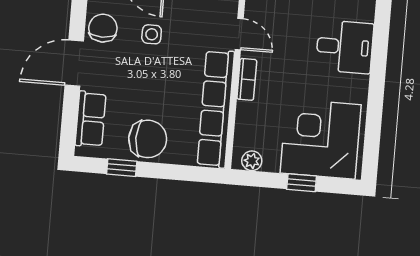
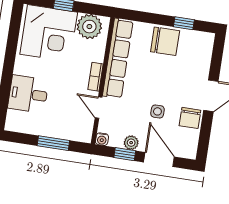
row of seats: (91, 119) -> (203, 57), removed
chair: (148, 139) -> (165, 41), turned 180
plant: (252, 161) -> (89, 27), width x1.87, depth x1.87

